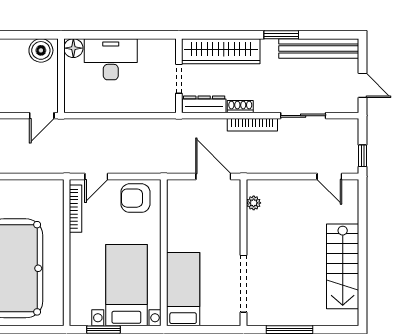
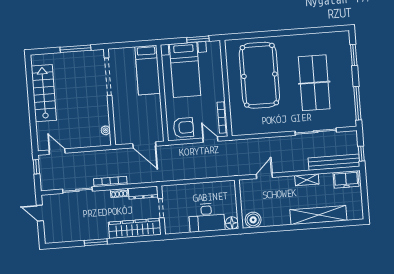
bench: (319, 48) -> (71, 235), removed
door: (42, 116) -> (264, 176), moved
door: (96, 177) -> (210, 140), hinge flipped
door: (213, 177) -> (144, 145), moved

